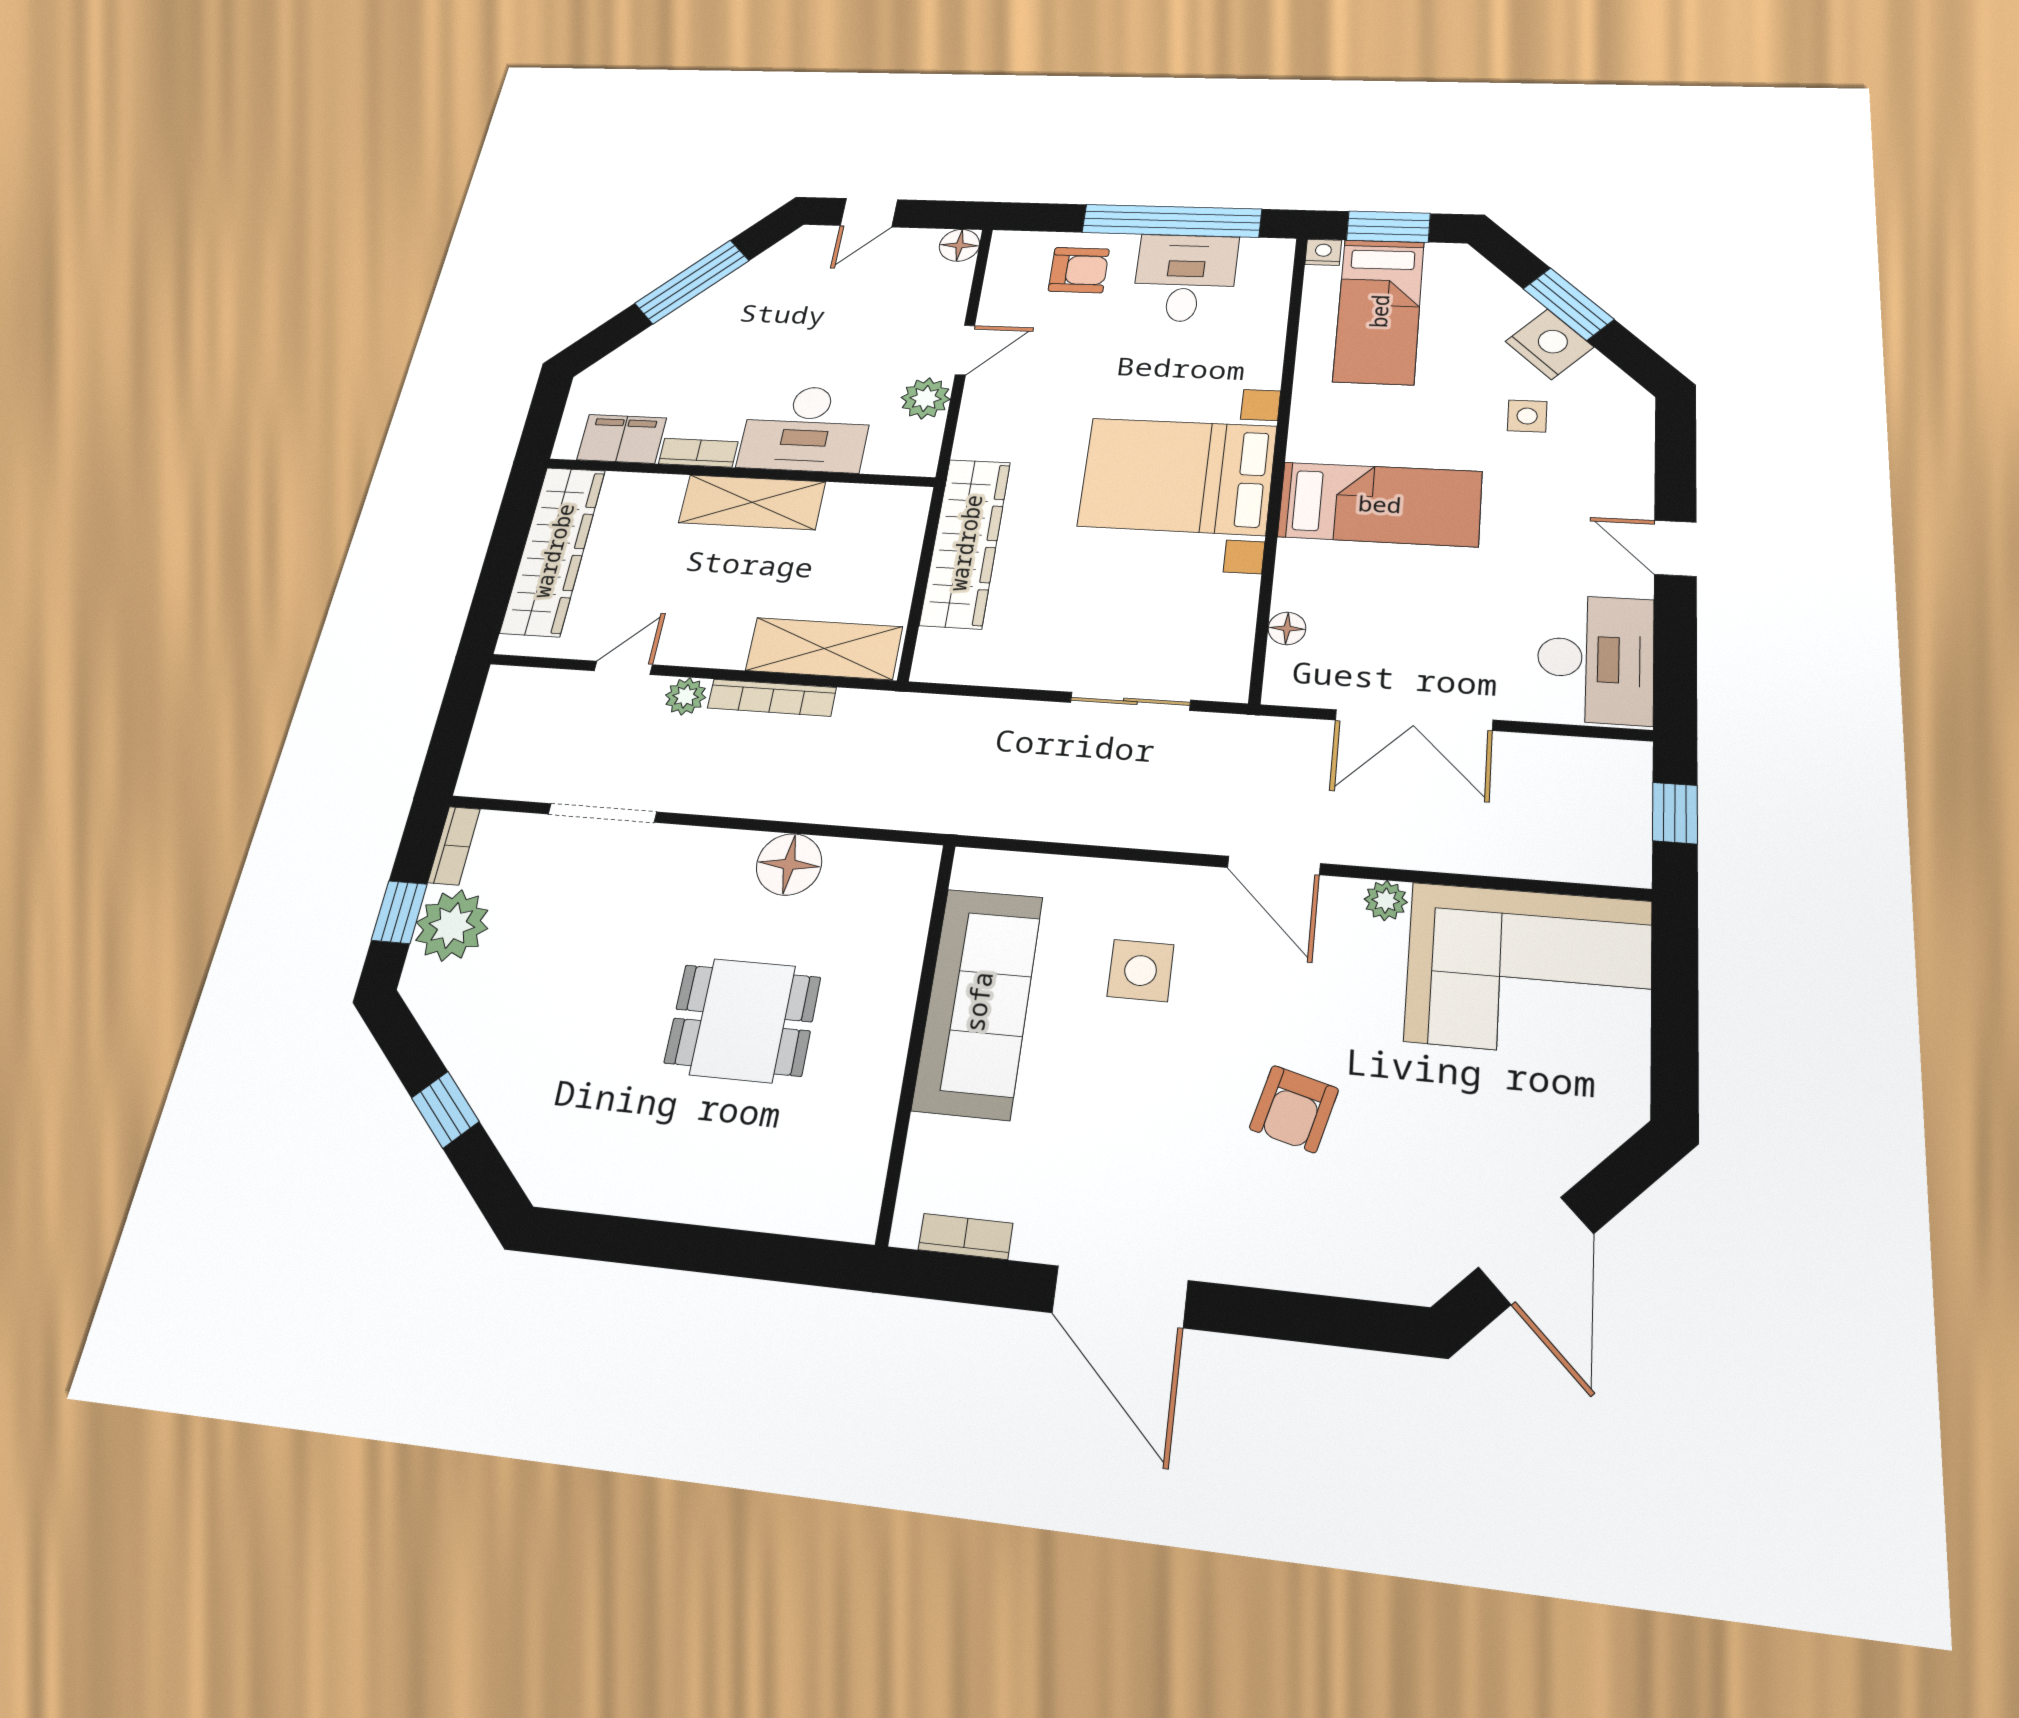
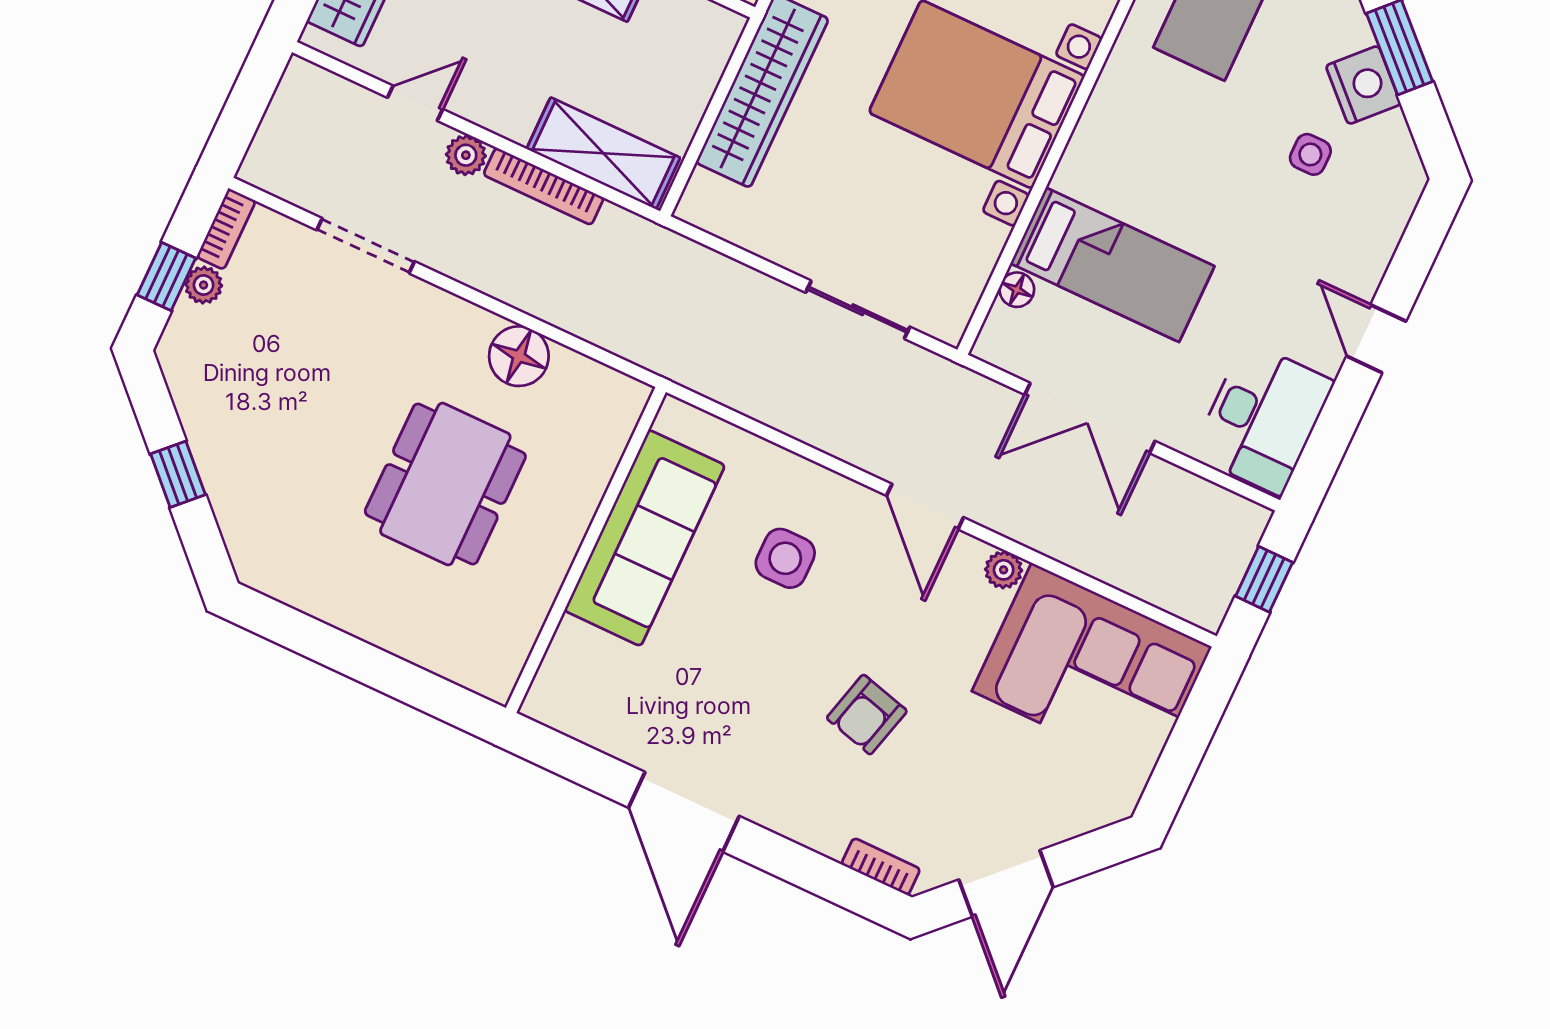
bed: (1380, 504) -> (1112, 265), moved
plant: (452, 925) -> (204, 285), width x0.53, depth x0.53
dining table: (743, 1020) -> (445, 484), width x1.37
bookcase: (965, 1236) -> (881, 867), moved

